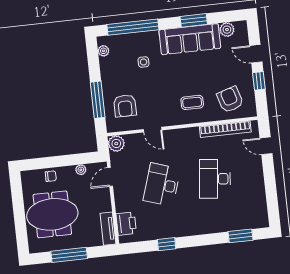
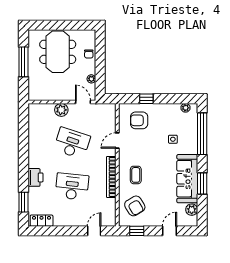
window: (259, 81) -> (137, 231), moved
window: (98, 100) -> (146, 99), width x0.46
armchair: (230, 100) -> (135, 206), turned 76
bookcase: (225, 129) -> (111, 177), moved
plant: (116, 144) -> (61, 110), moved
locker: (261, 211) -> (42, 221), added
printer: (126, 224) -> (35, 177), moved, turned -90
tv unit: (108, 229) -> (41, 96), removed
window: (167, 244) -> (23, 142), removed

